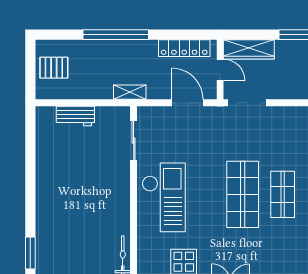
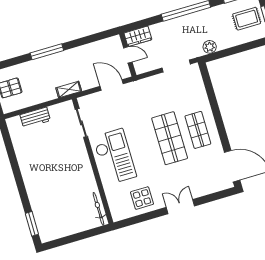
window: (116, 35) -> (47, 52), width x0.68
locker: (184, 48) -> (98, 47), removed
wardrobe: (249, 49) -> (138, 36), width x0.67
doorway: (247, 103) -> (176, 66), moved

